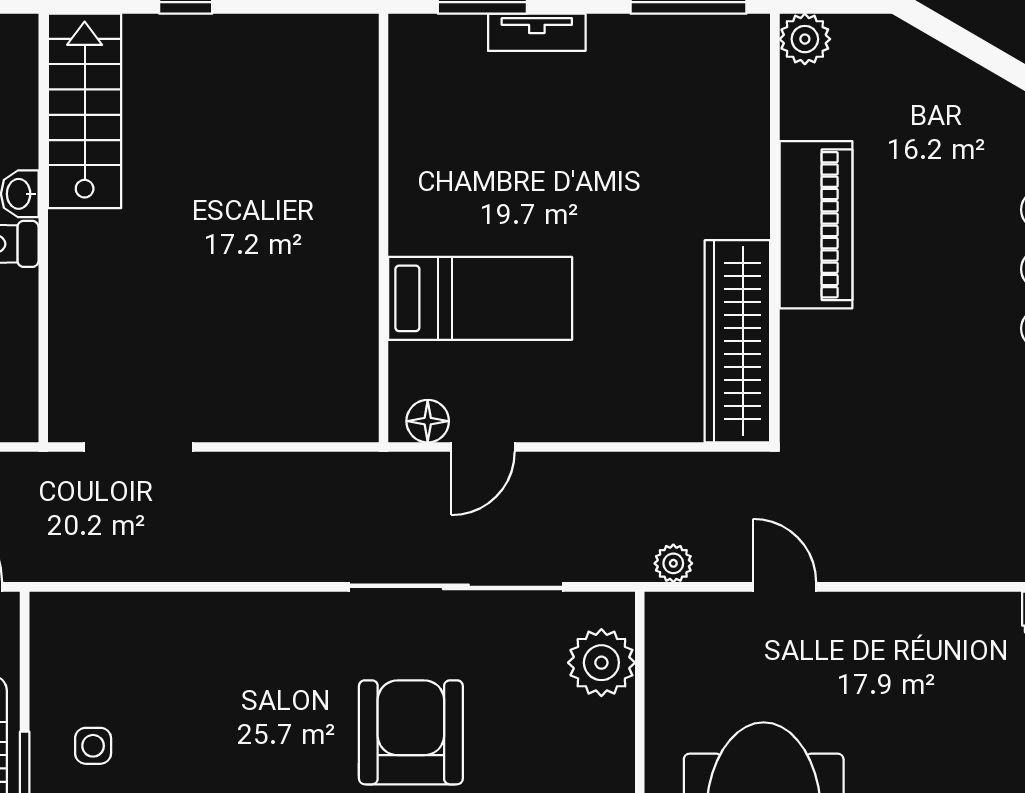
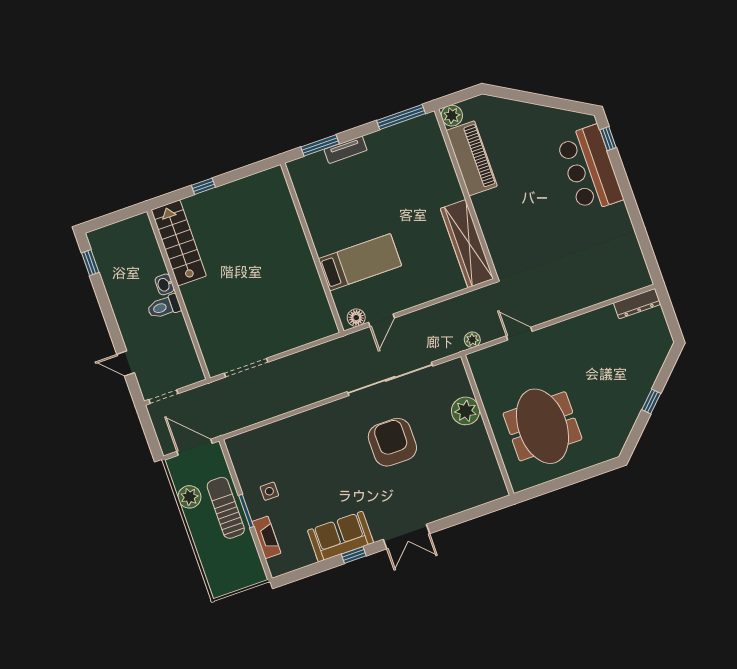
piano: (816, 225) -> (472, 158), moved
plant: (601, 663) -> (466, 411), moved

